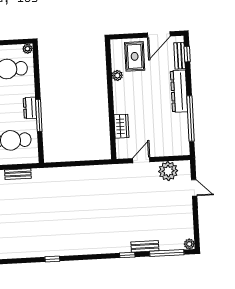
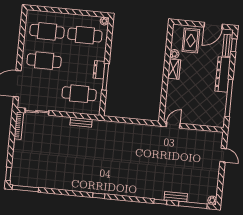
wardrobe: (121, 126) -> (174, 69), moved
door: (141, 160) -> (173, 125), moved
plant: (168, 171) -> (204, 138), removed

